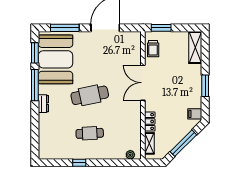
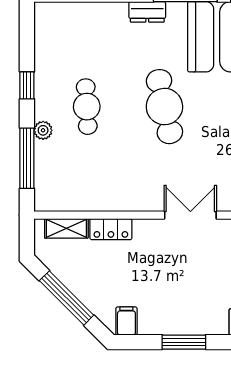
double door: (143, 83) -> (190, 215), width x0.73
plant: (130, 155) -> (43, 130), moved
window: (115, 163) -> (27, 158), added

